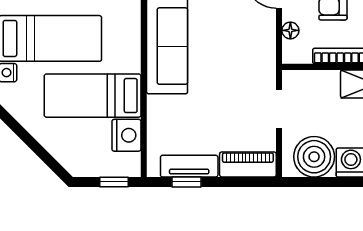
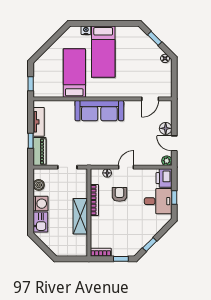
nightstand: (126, 135) -> (54, 90), removed
boiler: (314, 157) -> (39, 185), width x0.54, depth x0.54
window: (186, 182) -> (31, 141), moved

